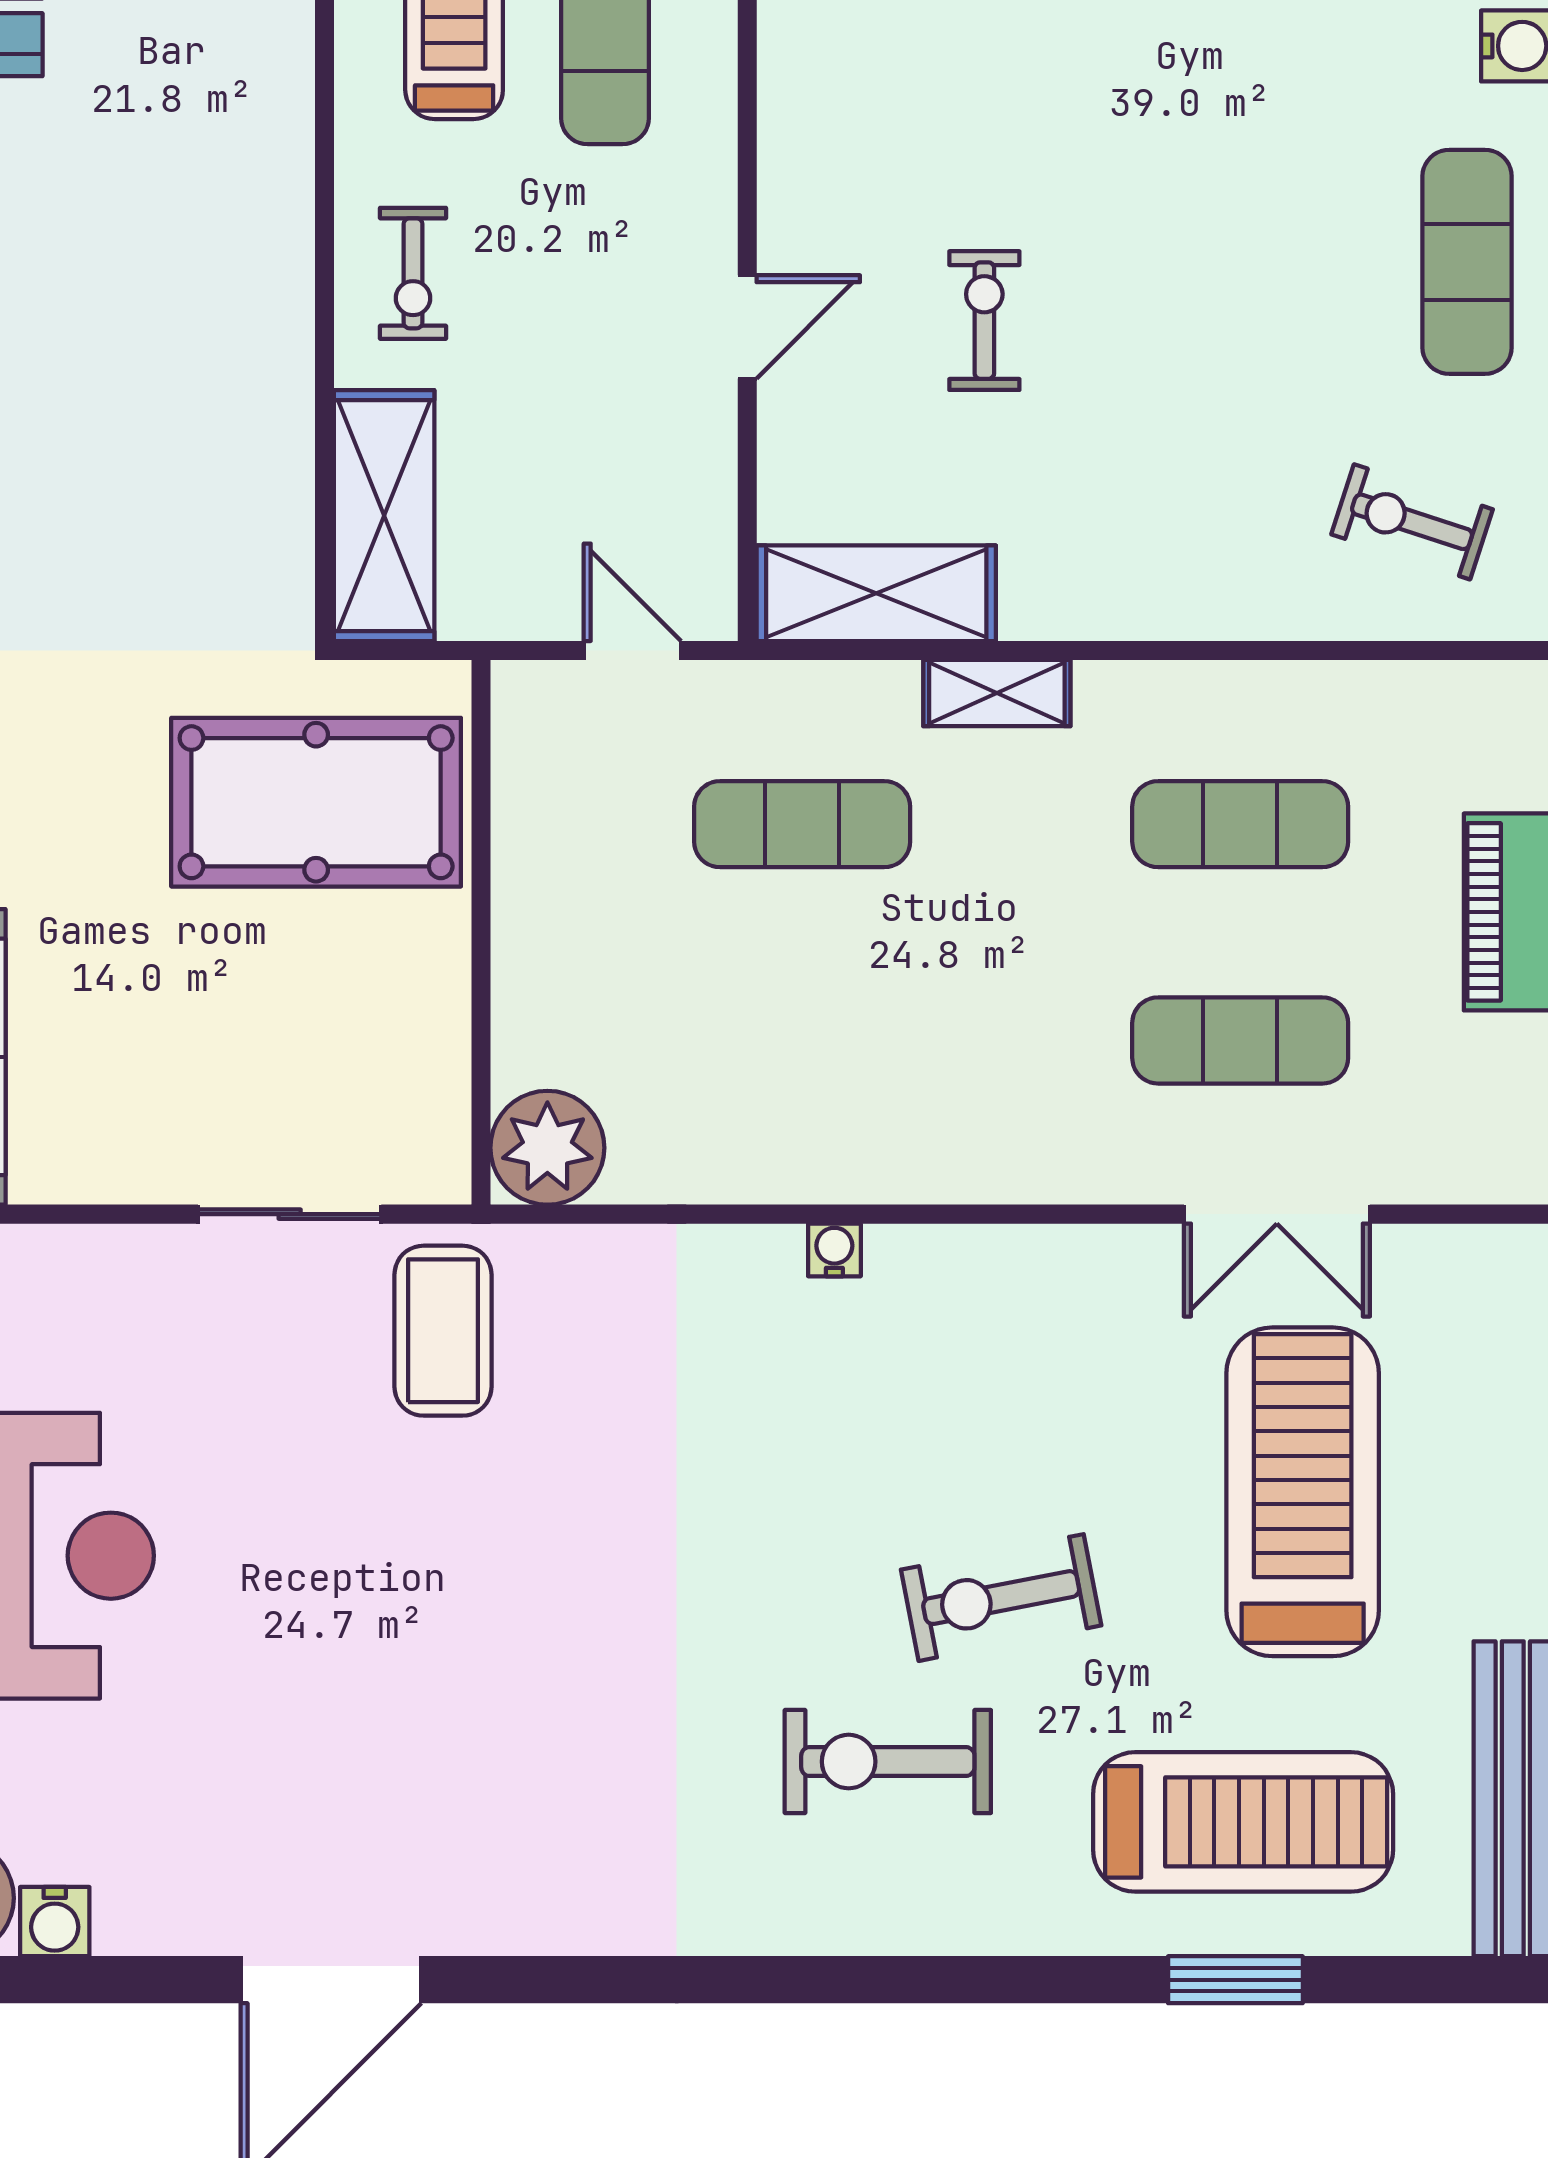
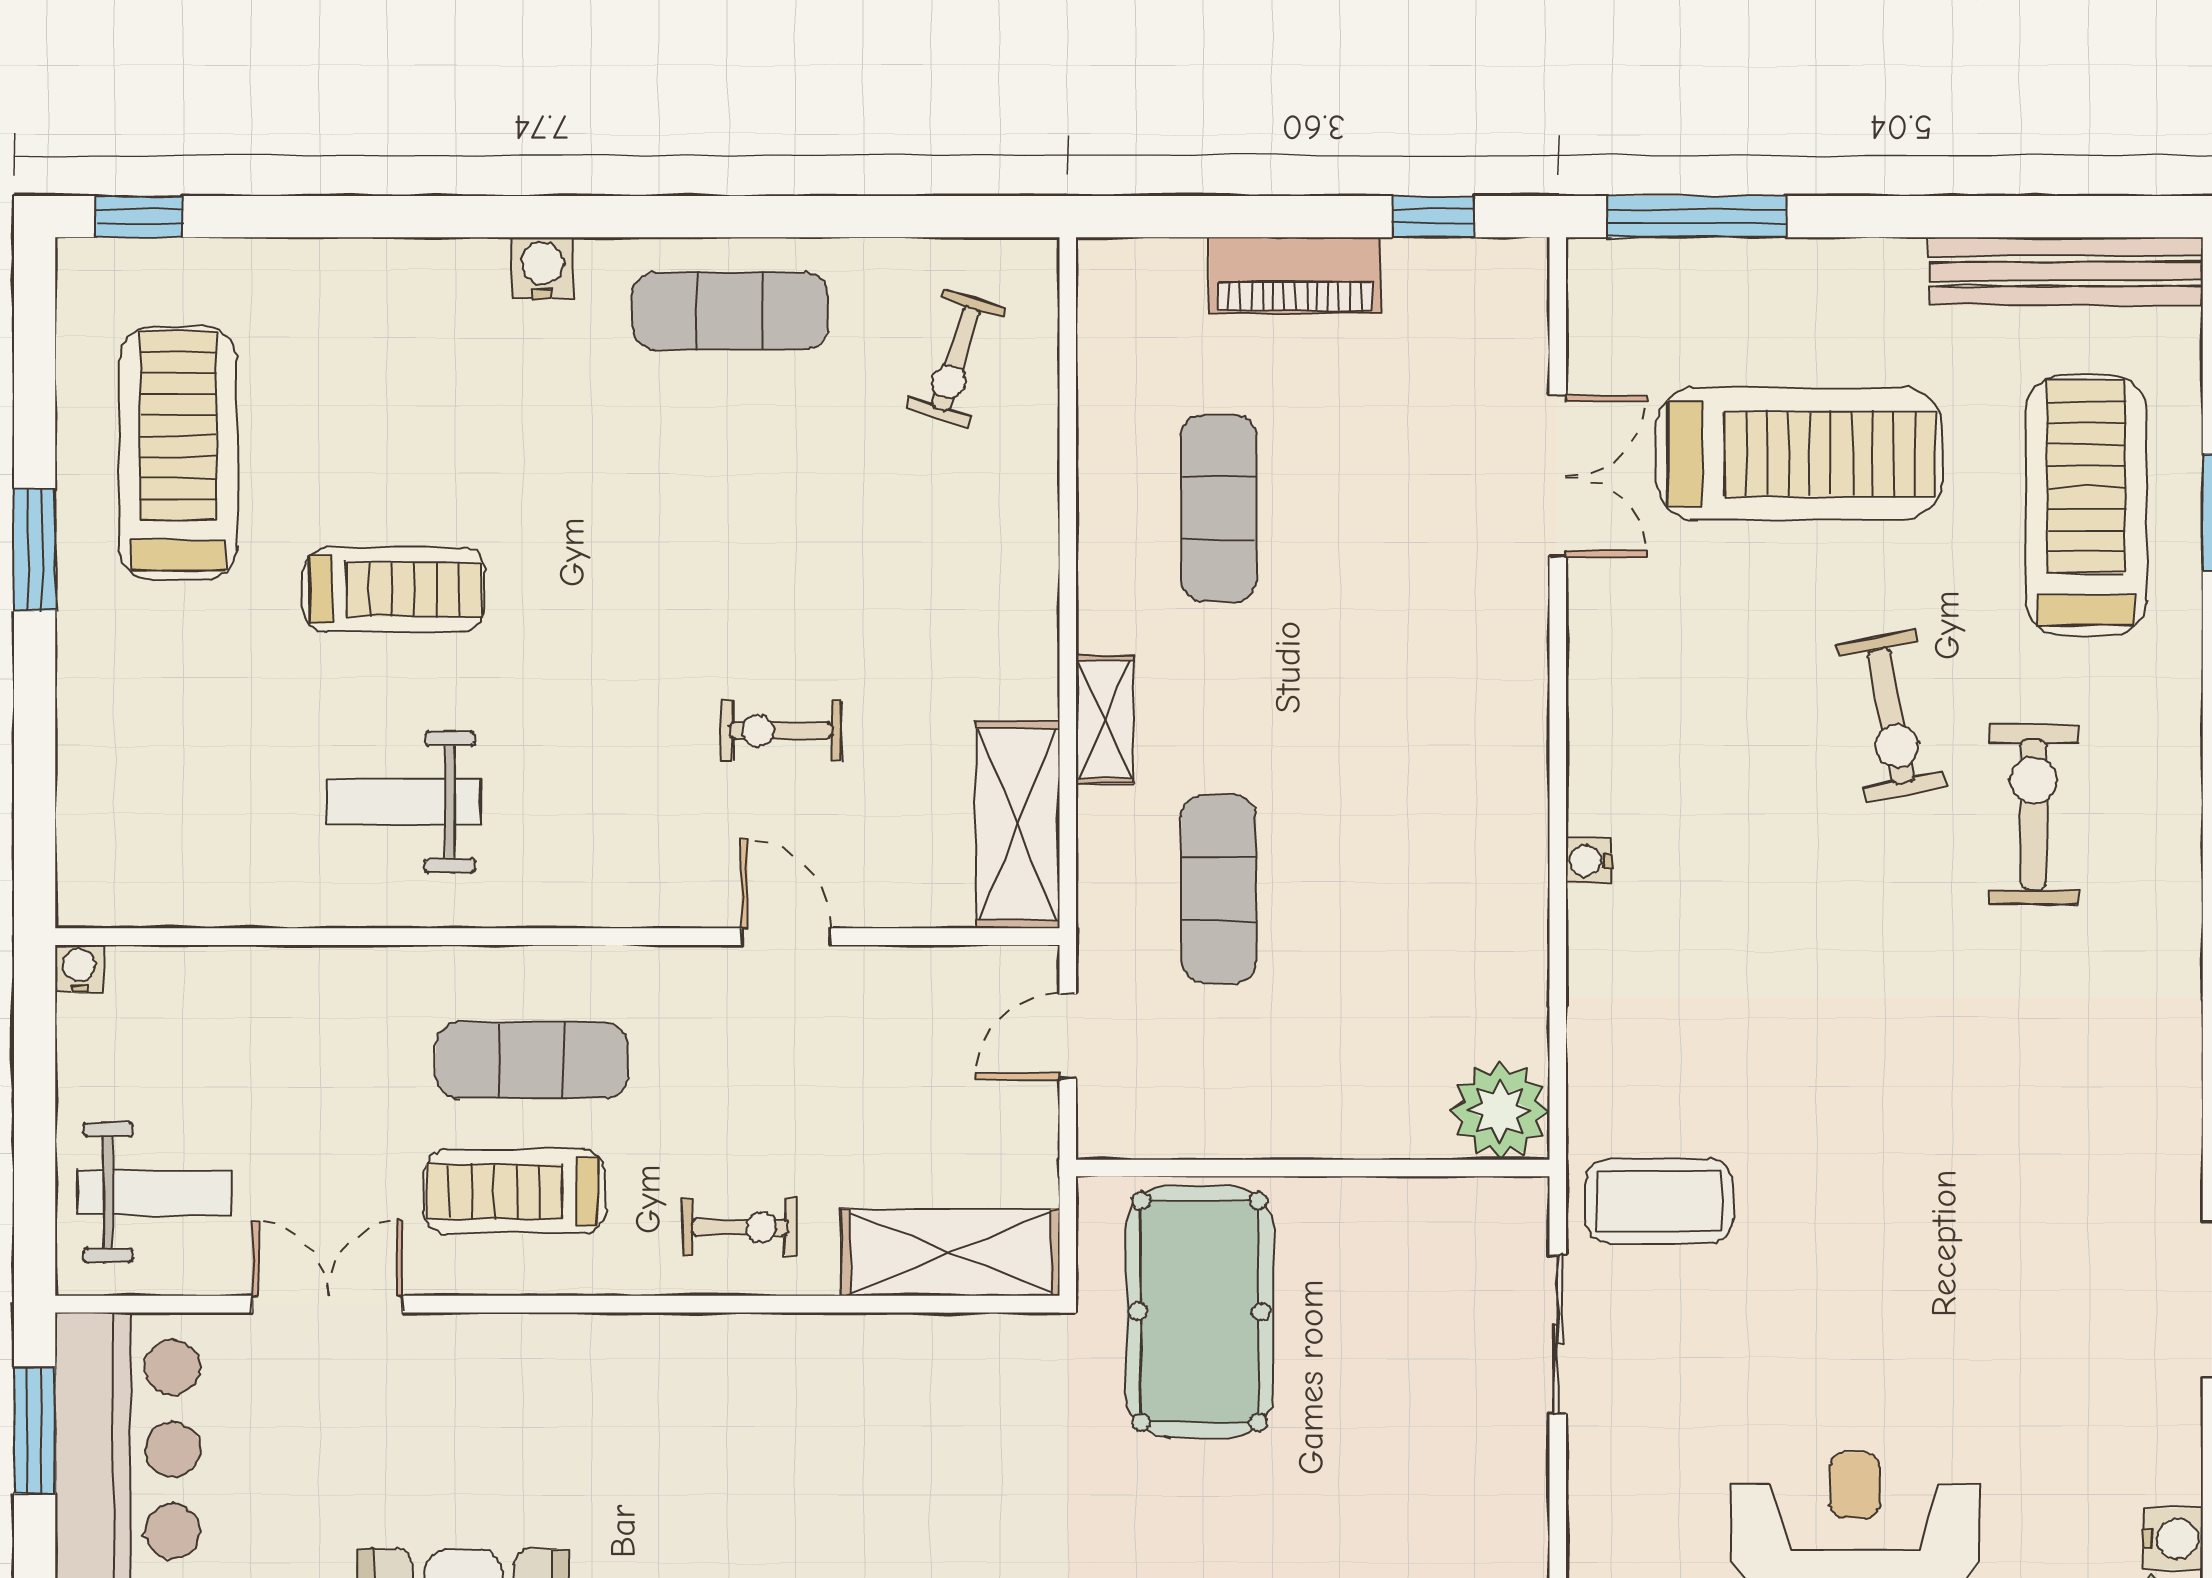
exercise mat: (1240, 1040) -> (1407, 508), removed
treadmill: (1303, 1492) -> (1799, 454), turned 180
exercise bike: (888, 1762) -> (2034, 814), turned 180

